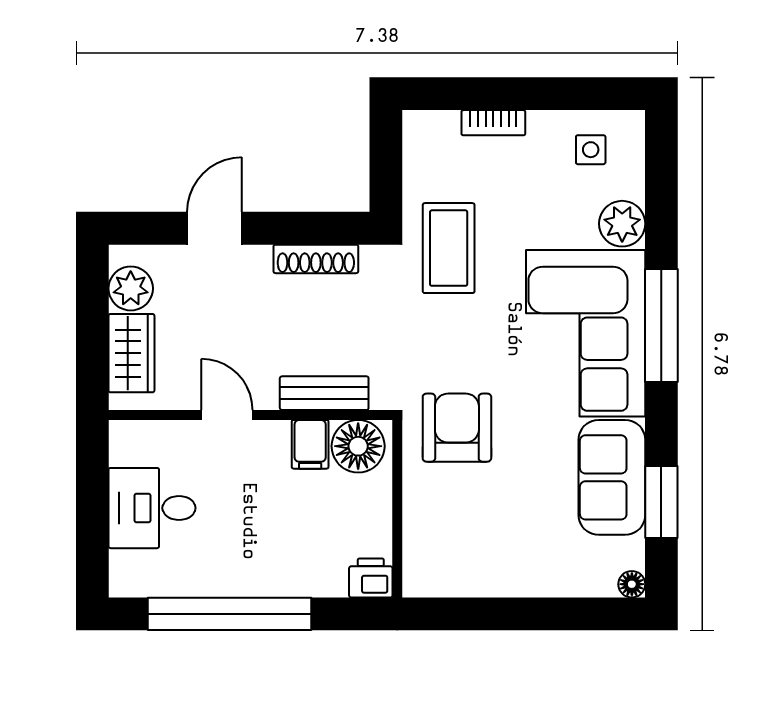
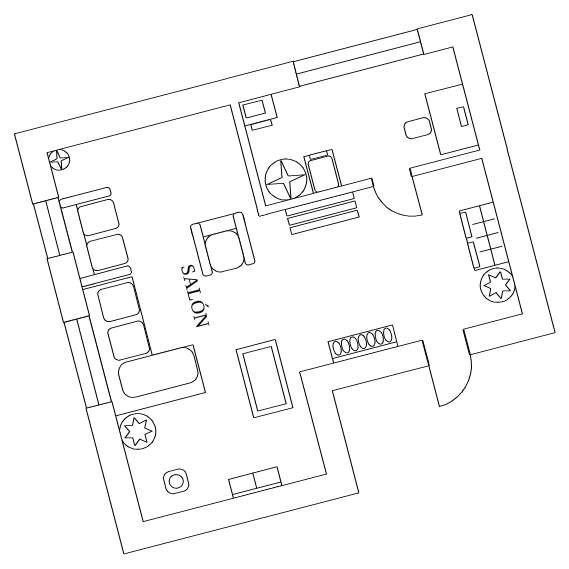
bench: (324, 393) -> (322, 213), moved
door: (227, 415) -> (392, 177), moved
wall: (251, 415) -> (374, 182), moved
filing cabinet: (310, 444) -> (323, 172), moved
floor lamp: (358, 446) -> (286, 180), moved

